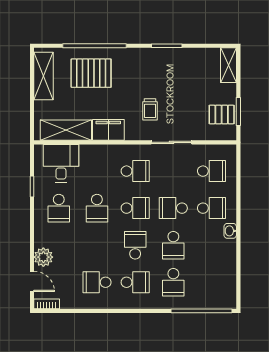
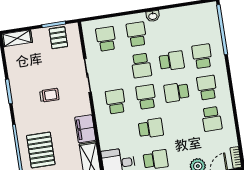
trolley: (150, 109) -> (49, 95), moved
school desk: (173, 282) -> (202, 56), turned -90

